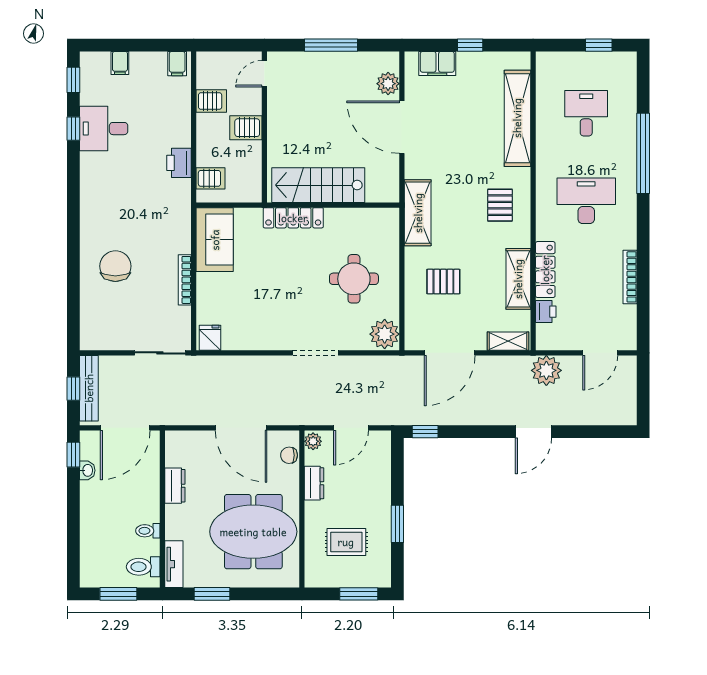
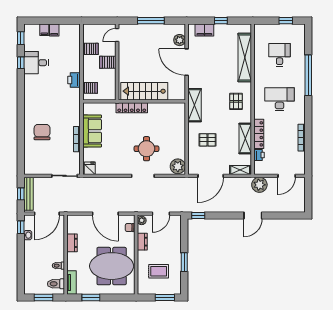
filing cabinet: (177, 64) -> (54, 30), moved
sofa: (215, 240) -> (92, 131), moved
round table: (354, 279) -> (146, 149), moved

